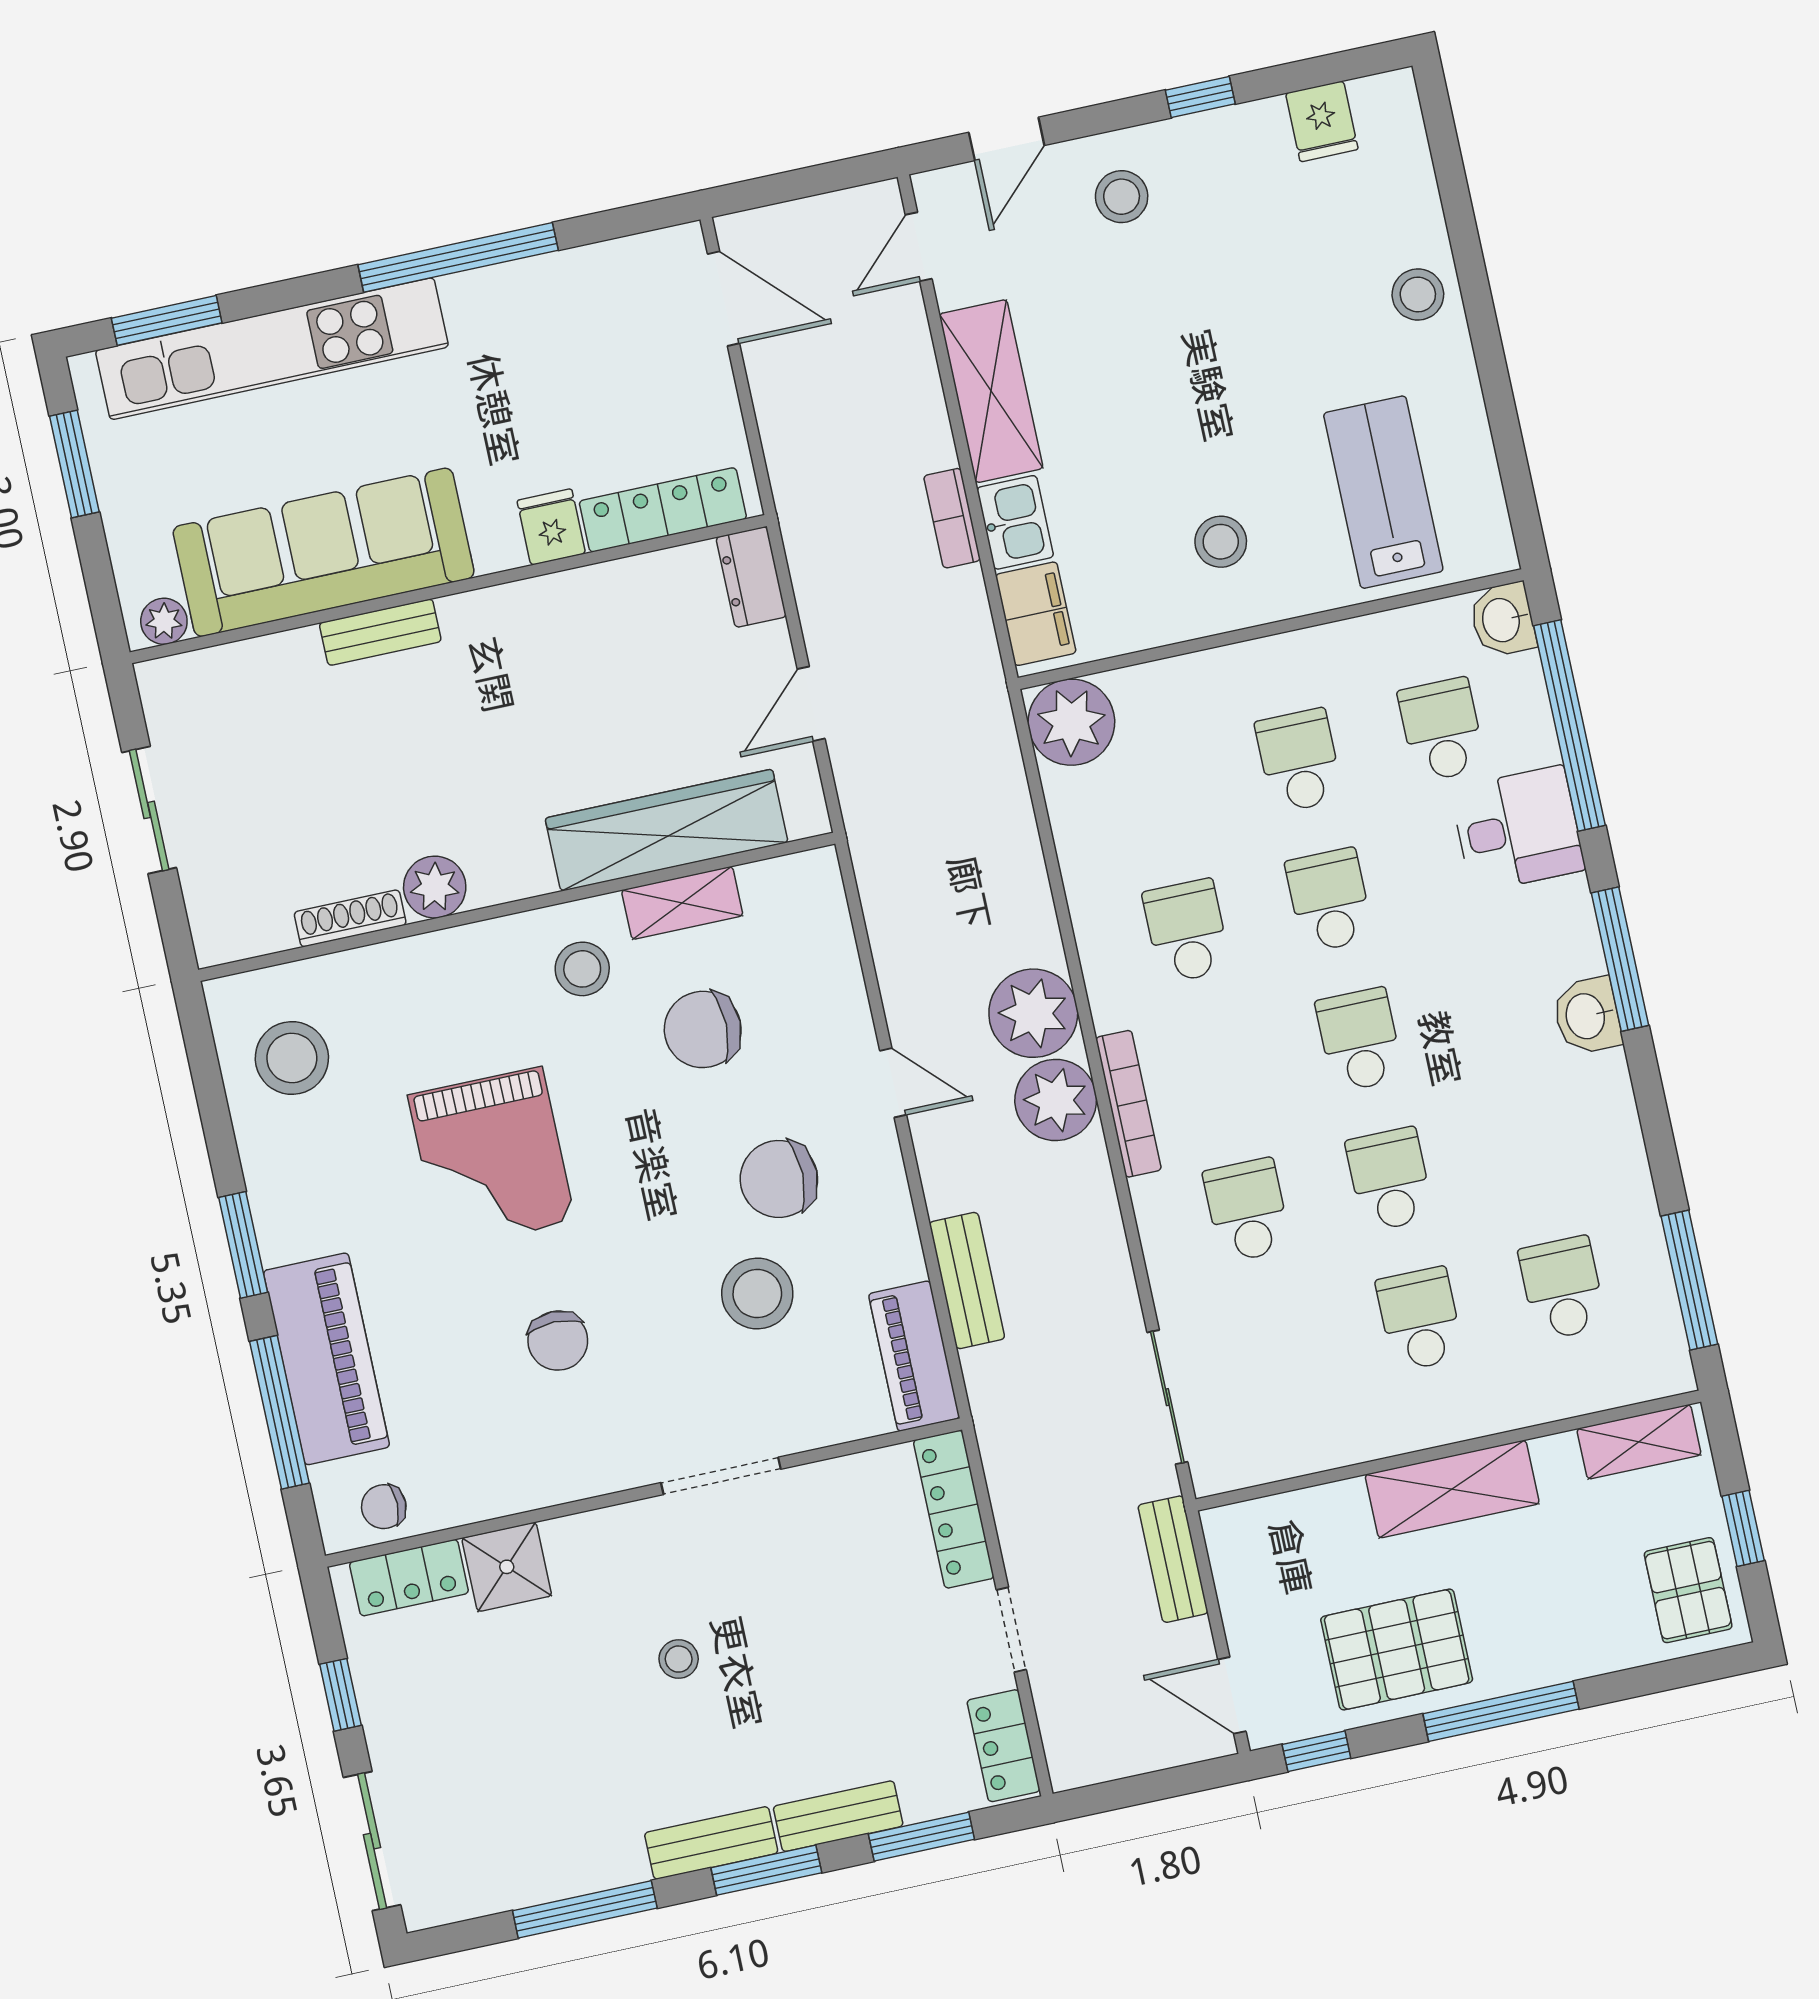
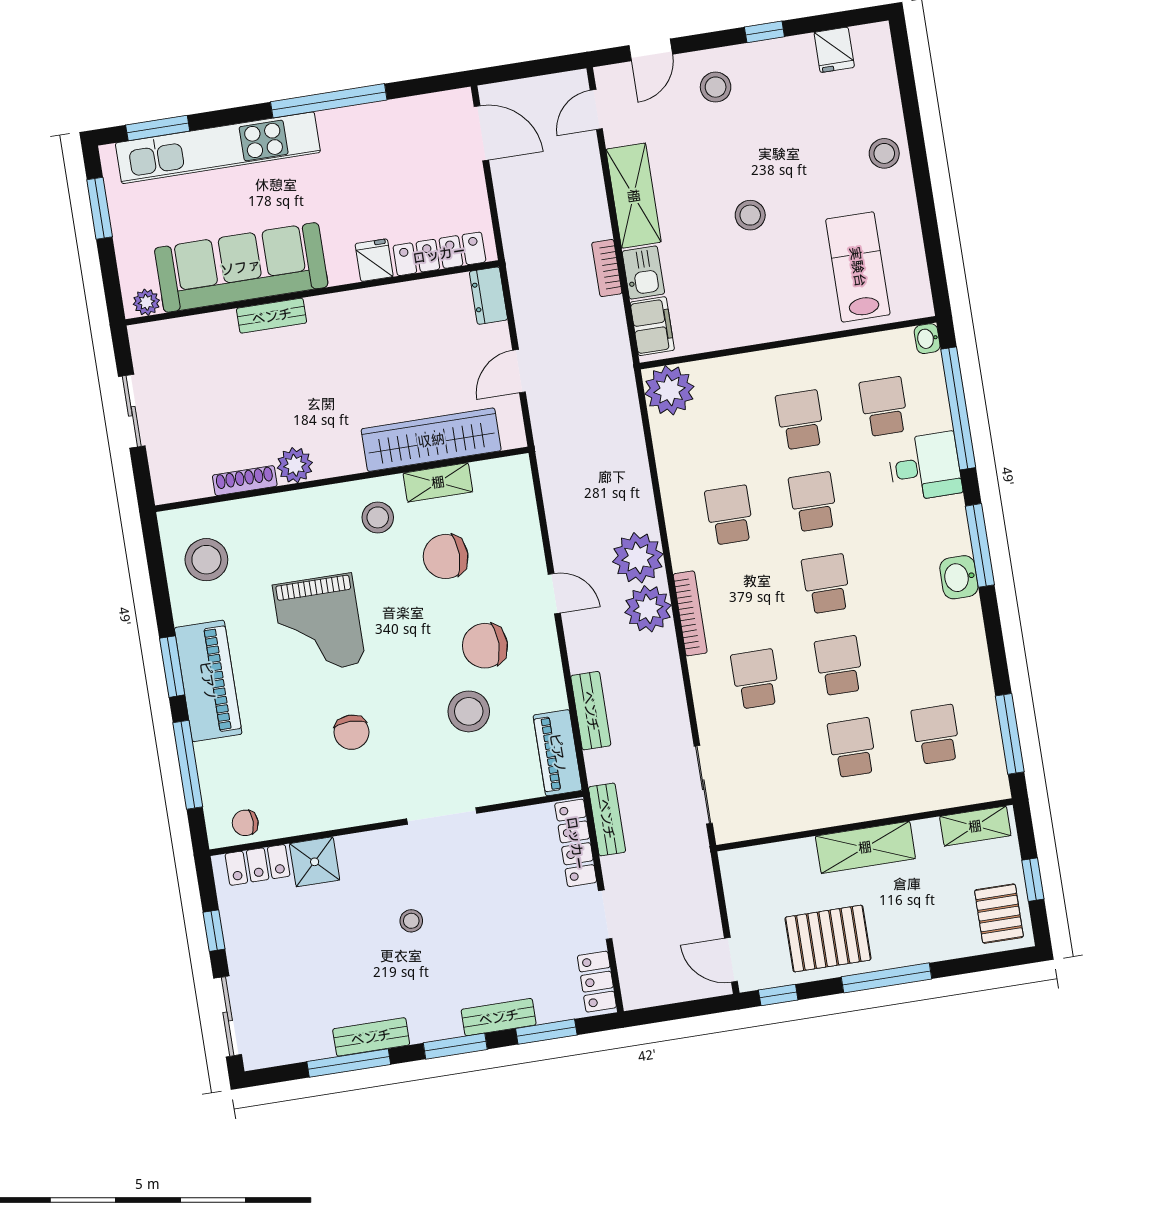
stool: (1221, 542) -> (750, 215), moved
washbasin: (1503, 620) -> (927, 339), width x0.72, depth x0.69
piano: (327, 1359) -> (208, 681), moved
bench: (1173, 1559) -> (607, 819), moved
bench: (711, 1843) -> (371, 1037), moved

